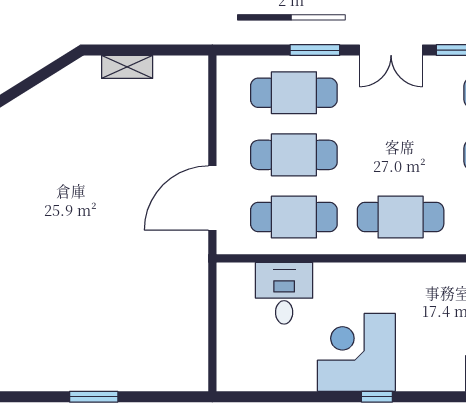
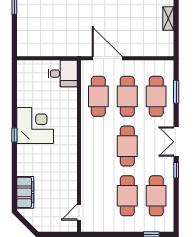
window: (315, 50) -> (176, 92), moved
cafe table: (401, 217) -> (127, 146), moved
desk: (284, 293) -> (63, 74), moved

